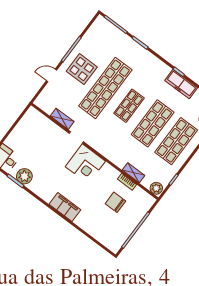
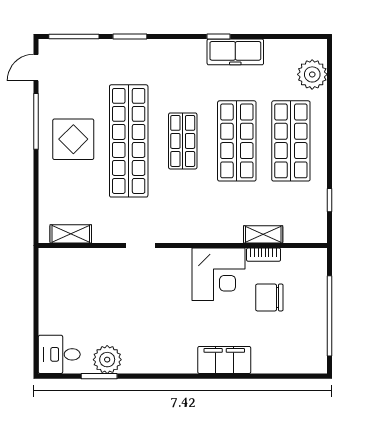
door: (52, 75) -> (36, 68), moved
shelving: (62, 119) -> (71, 234), moved
corner desk: (85, 164) -> (219, 274), moved
plant: (156, 188) -> (314, 232), removed
filing cabinet: (65, 207) -> (224, 360), moved

